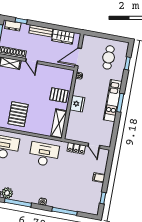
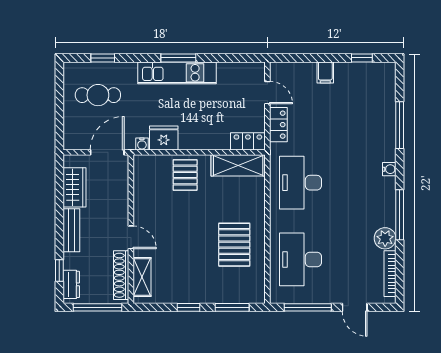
door: (78, 57) -> (107, 152), swing flipped
door: (32, 61) -> (131, 237), hinge flipped
fridge: (77, 104) -> (164, 138), moved
pallet: (18, 114) -> (234, 245), turned 90
locker: (70, 131) -> (248, 141), added
door: (94, 146) -> (267, 93), hinge flipped

